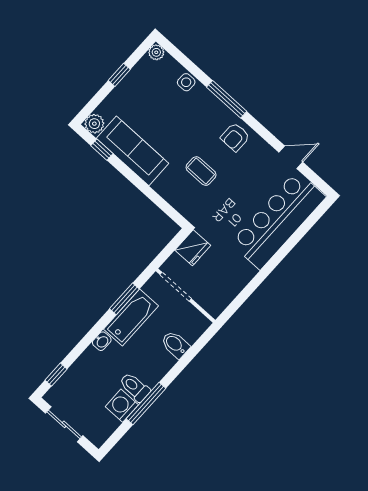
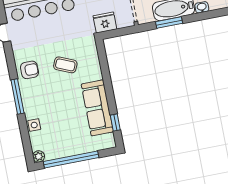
window: (119, 75) -> (71, 160), width x3.17
plant: (94, 124) -> (108, 142), removed
coffee table: (201, 171) -> (65, 65), turned -67

